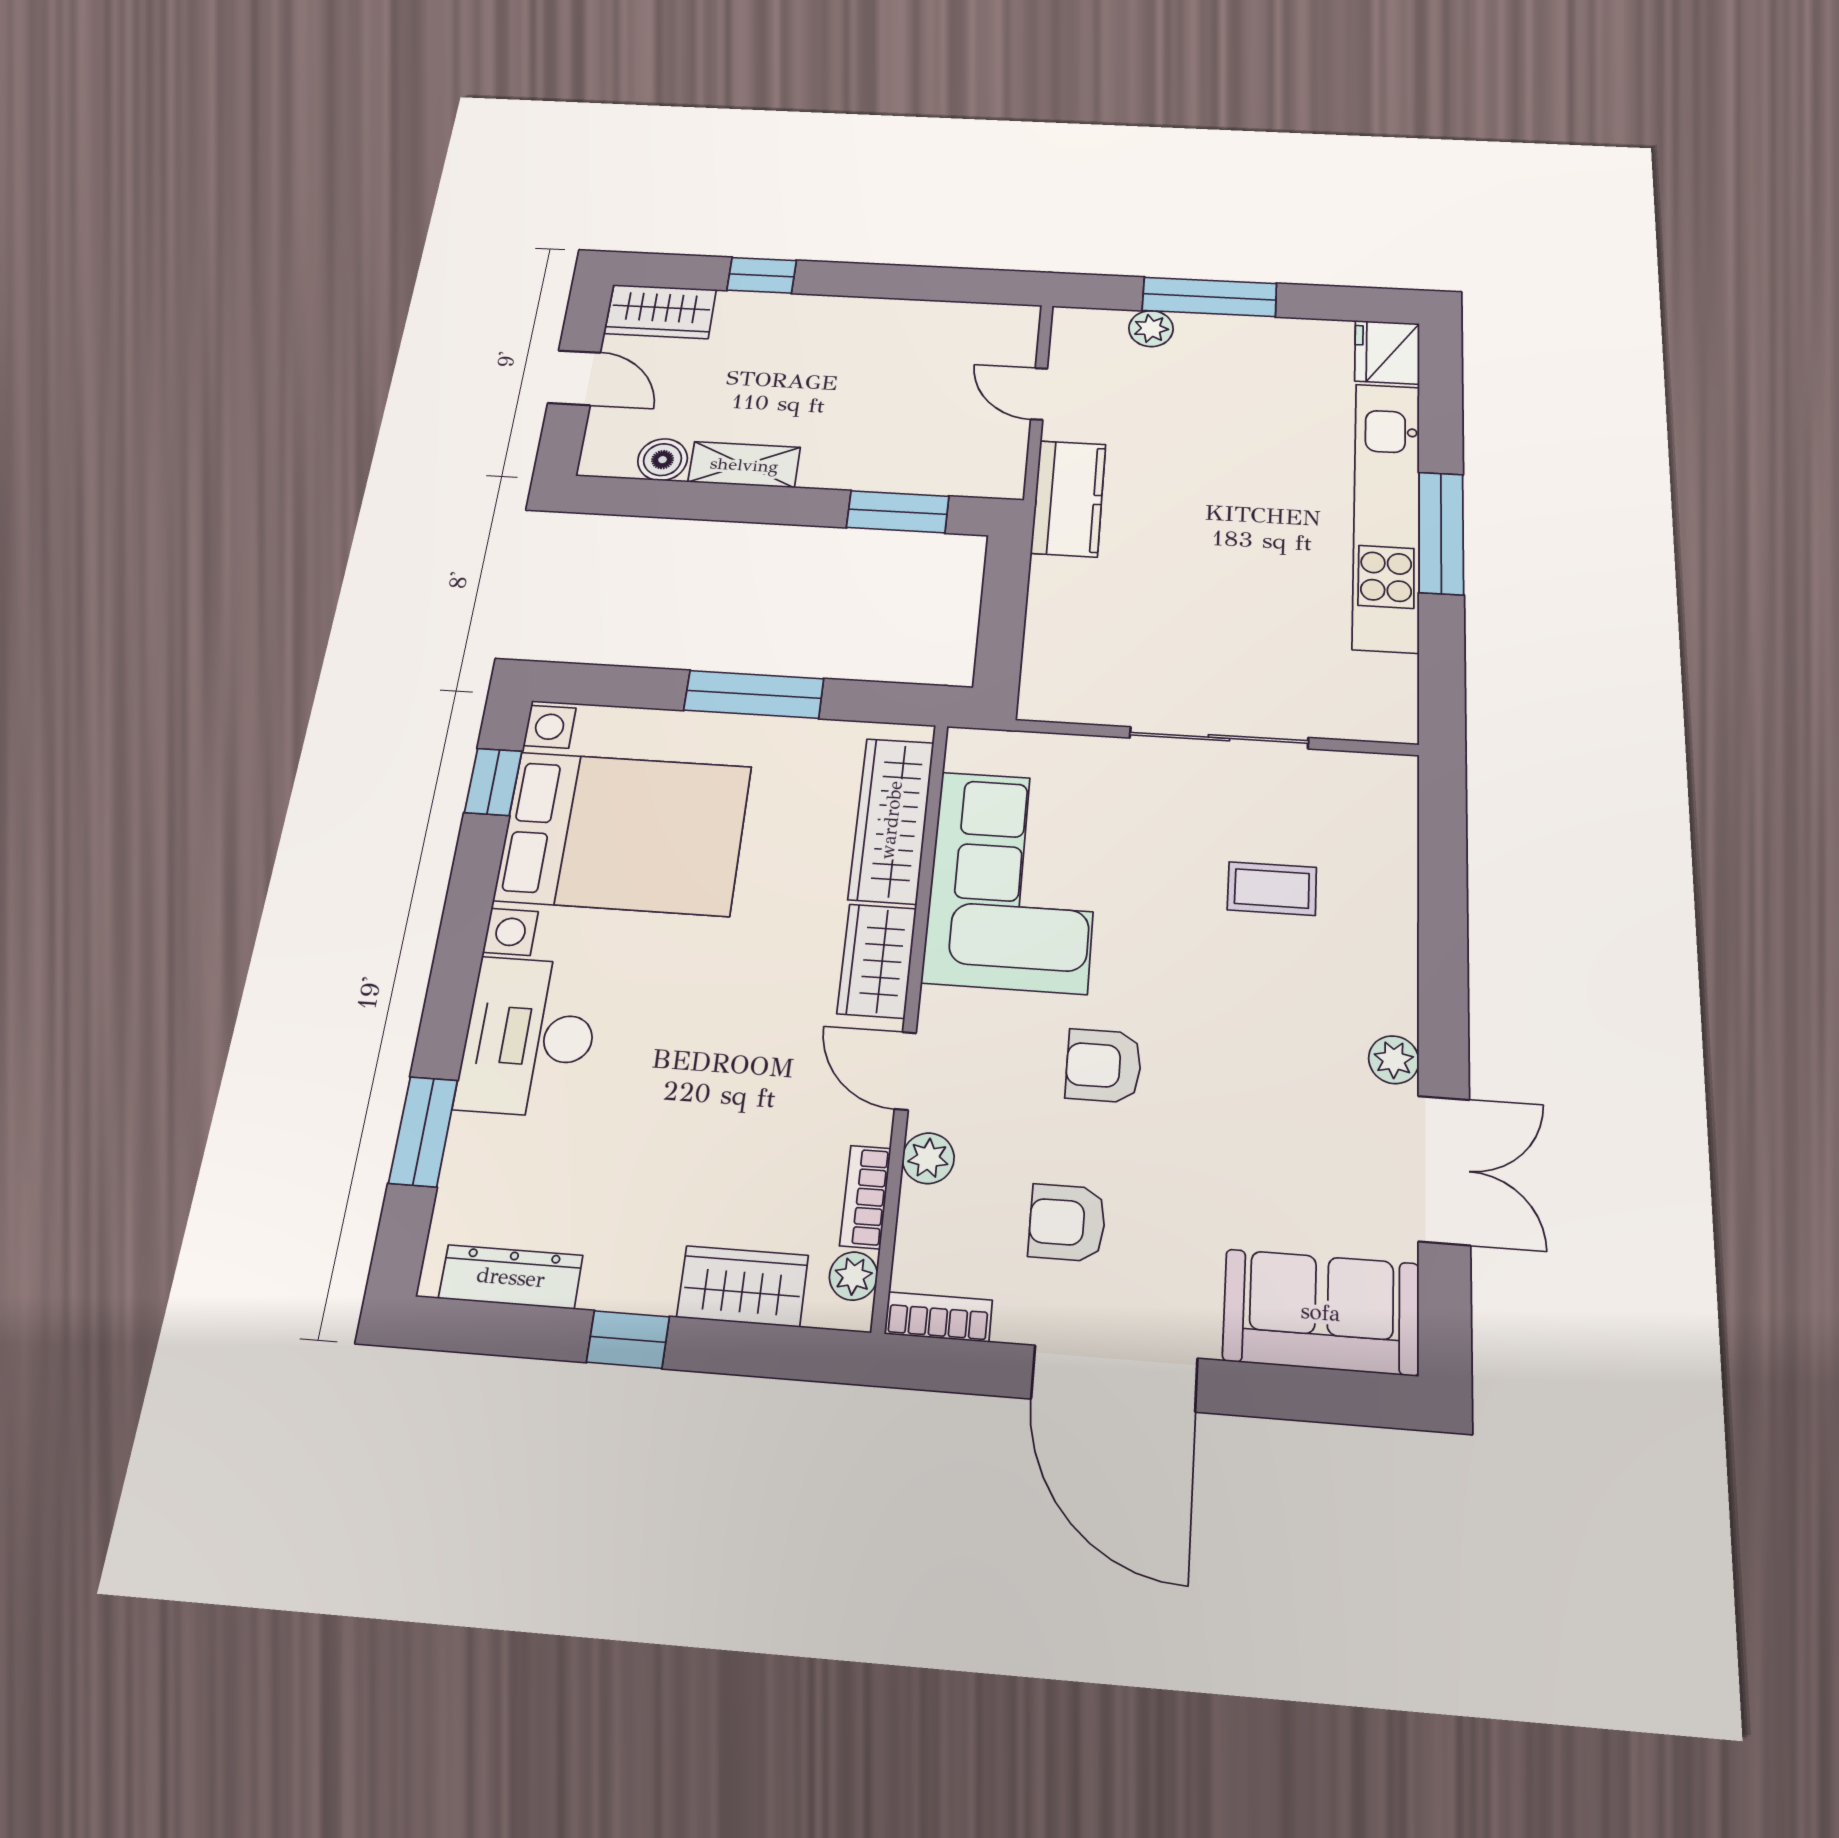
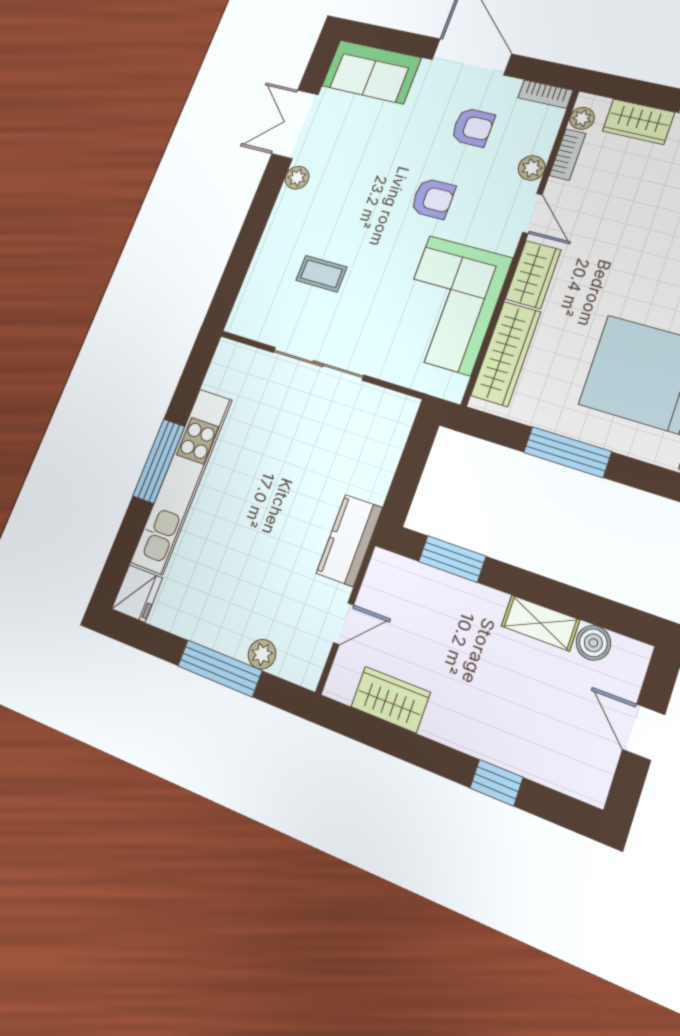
wardrobe: (661, 312) -> (391, 700), moved
door: (1039, 394) -> (344, 624), hinge flipped

